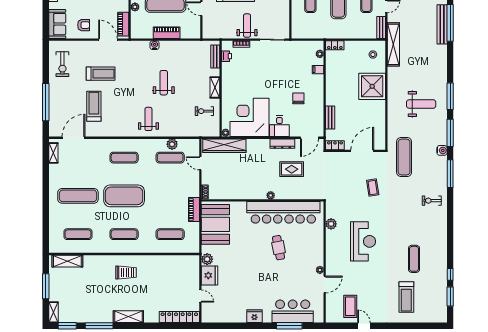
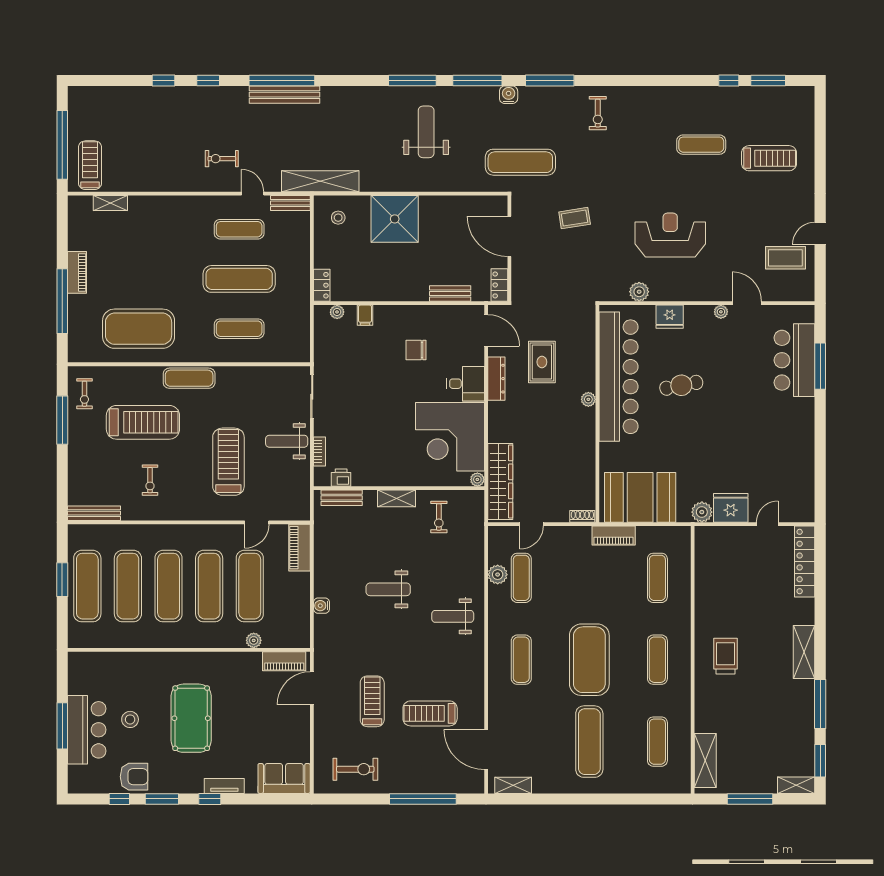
armchair: (84, 25) -> (286, 732), removed
piano: (167, 33) -> (300, 548), moved
fridge: (254, 316) -> (670, 317), moved, turned -90

